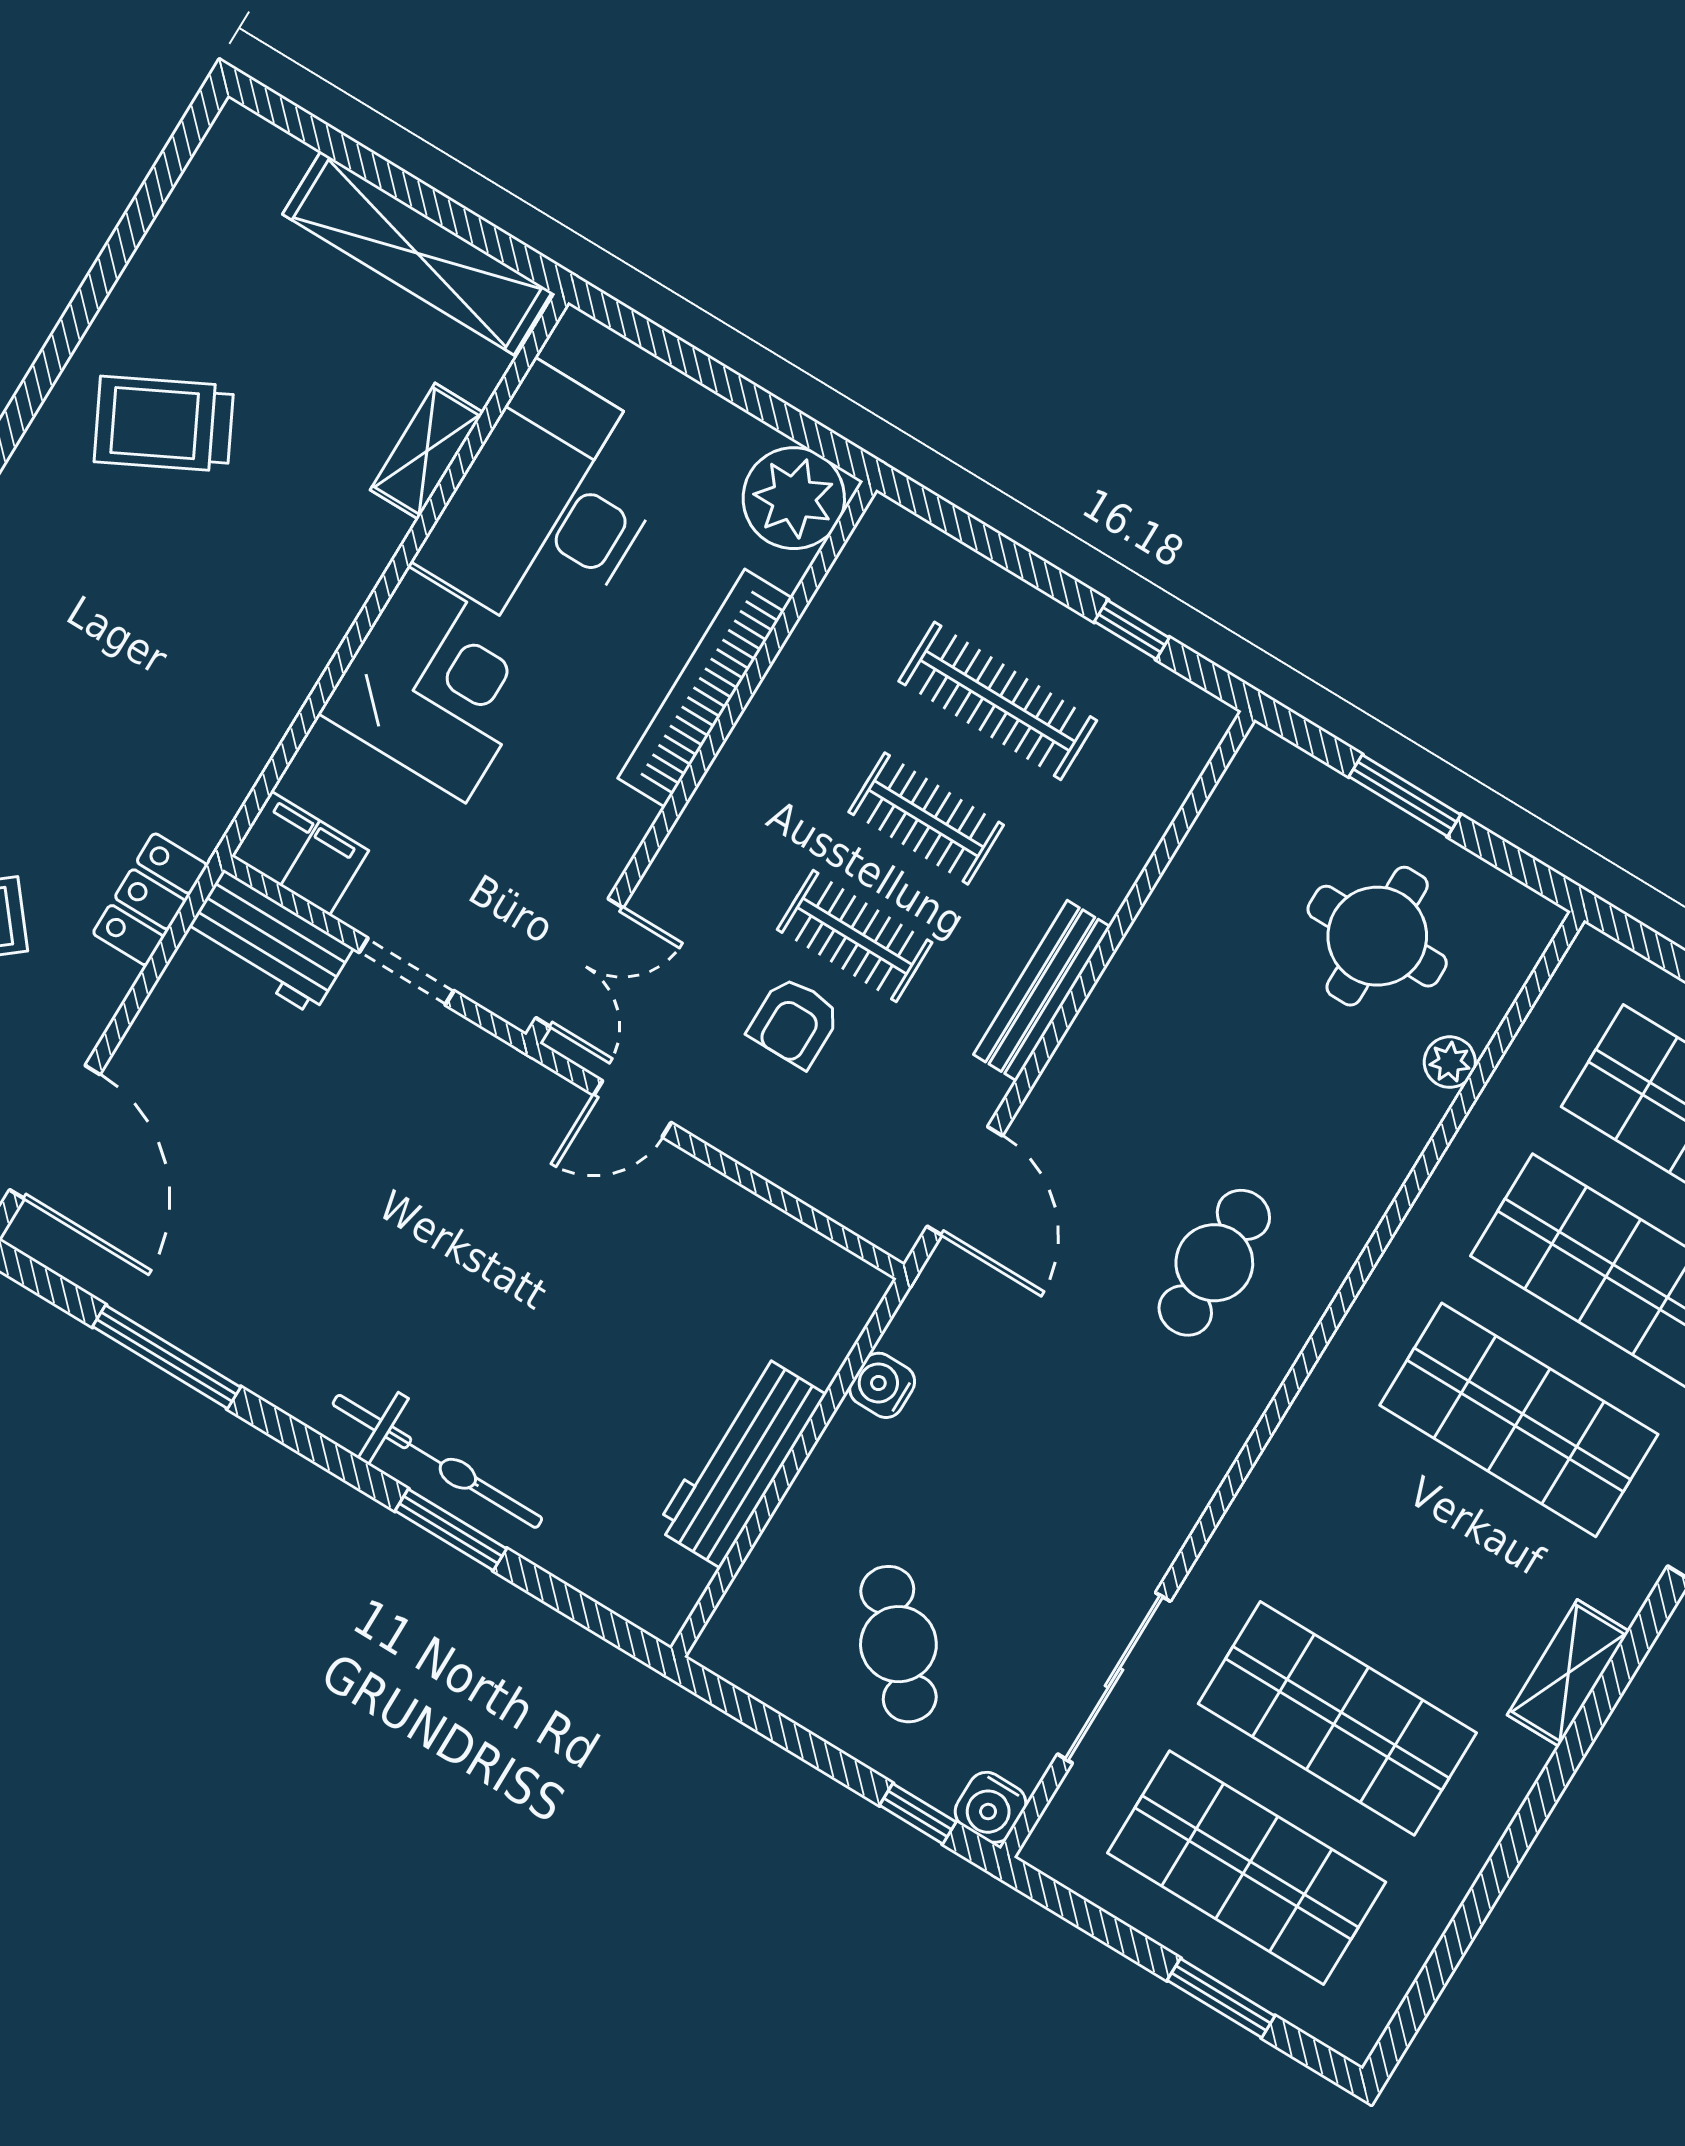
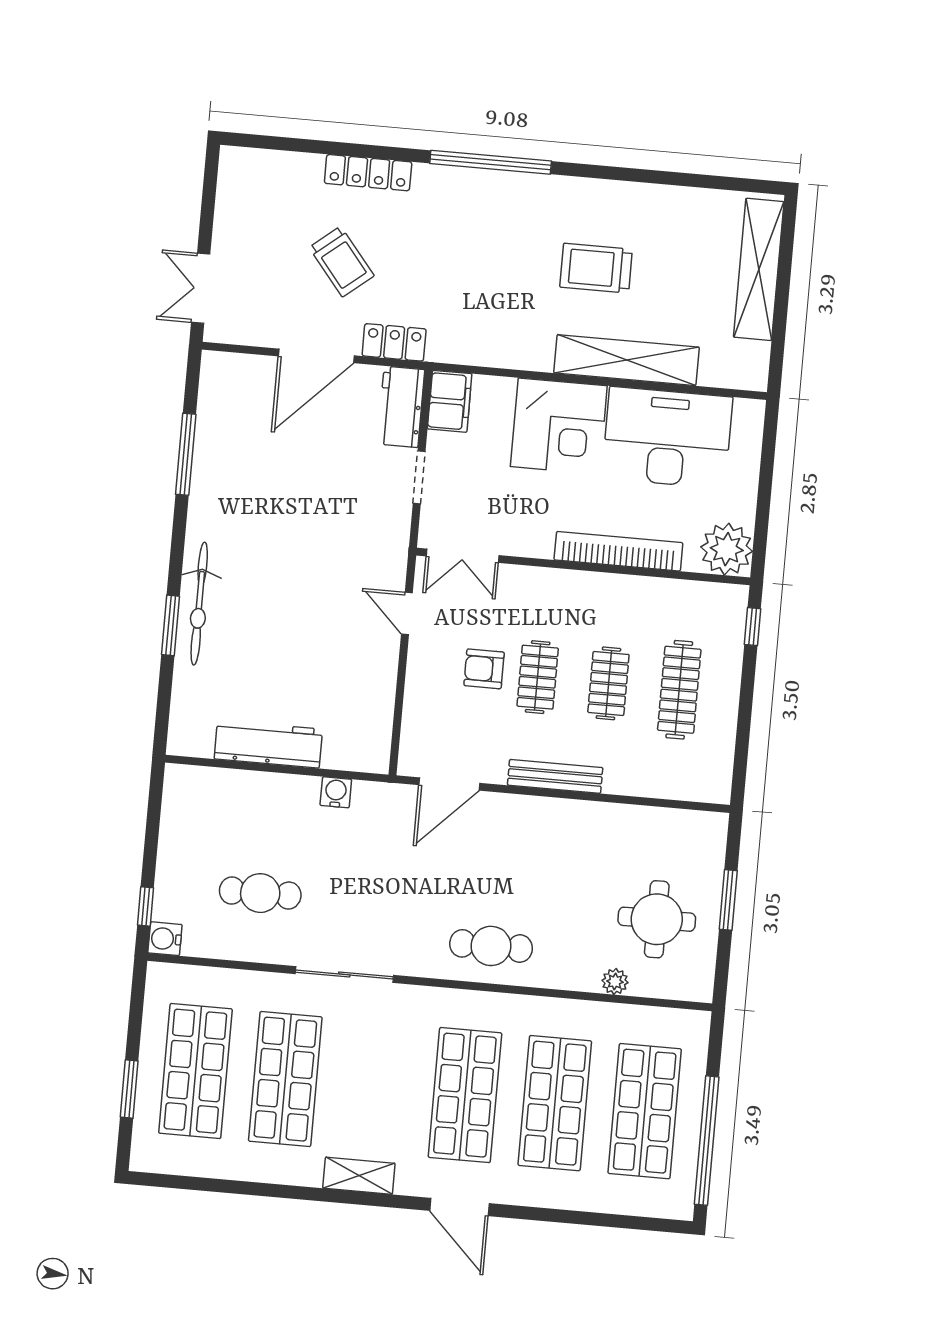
shelving: (417, 253) -> (759, 269), moved
trolley: (164, 424) -> (596, 268), moved, turned -63
shelving: (427, 451) -> (626, 360), width x2.20, depth x1.33
window: (1132, 630) -> (753, 627), moved
door: (55, 1132) -> (316, 356), moved
cafe table: (1214, 1263) -> (491, 946), moved
cafe table: (898, 1644) -> (260, 893), moved, turned 43
sliding door: (1114, 1678) -> (344, 975), moved

